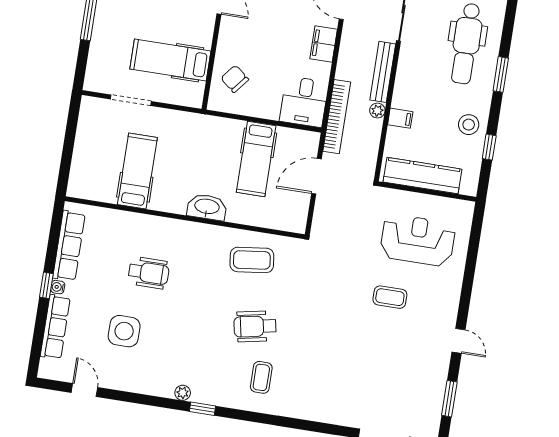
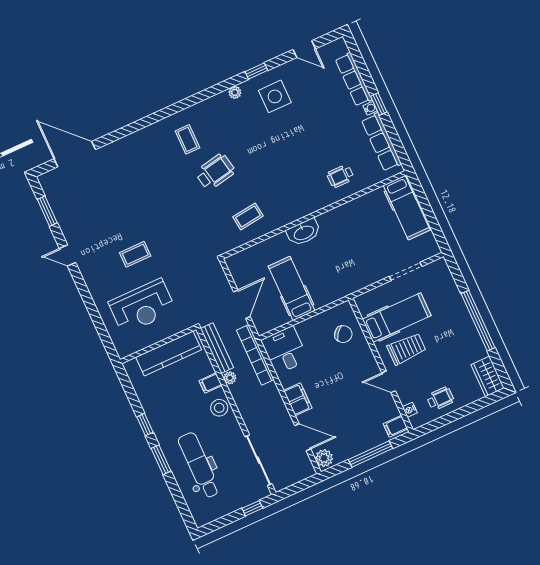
trolley: (181, 22) -> (406, 349), added
bench: (383, 72) -> (217, 348), moved
stool: (469, 125) -> (219, 408), moved
window: (489, 147) -> (145, 425), moved
hospital bed: (137, 171) -> (407, 208), moved
coffee table: (252, 260) -> (248, 216), width x0.73, depth x0.77
wheelchair: (149, 273) -> (340, 176), moved, width x0.73, depth x0.73
side table: (124, 331) -> (275, 96), moved
window: (203, 409) -> (256, 71), moved

